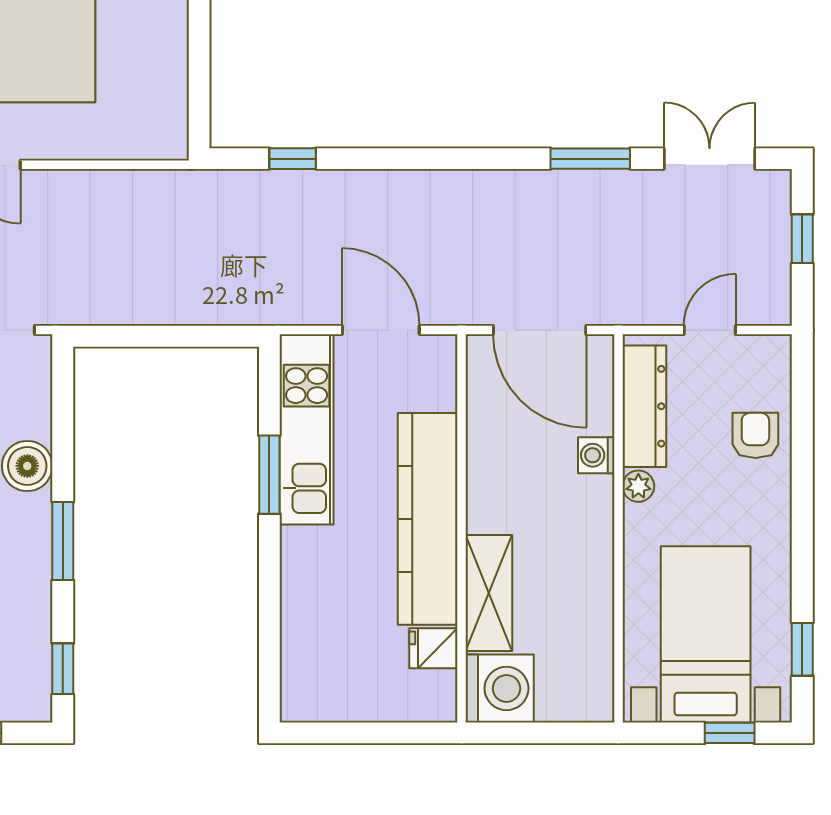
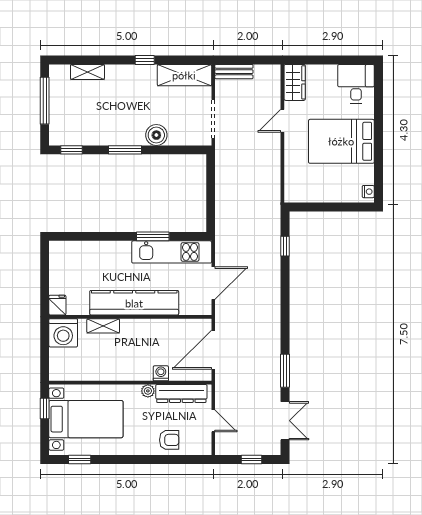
shelving: (489, 593) -> (103, 326), width x0.67, depth x0.75
fridge: (433, 648) -> (57, 305), moved
window: (730, 733) -> (45, 408), moved

